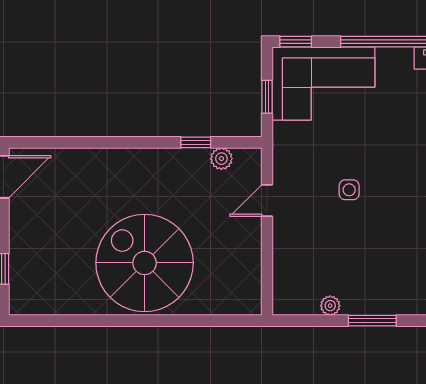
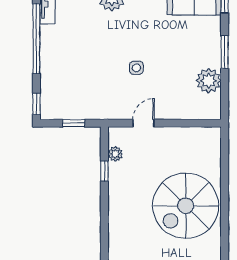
corner sofa: (324, 83) -> (65, 85), removed
door: (267, 201) -> (144, 123), swing flipped
plant: (330, 306) -> (209, 81), width x1.88, depth x1.88

